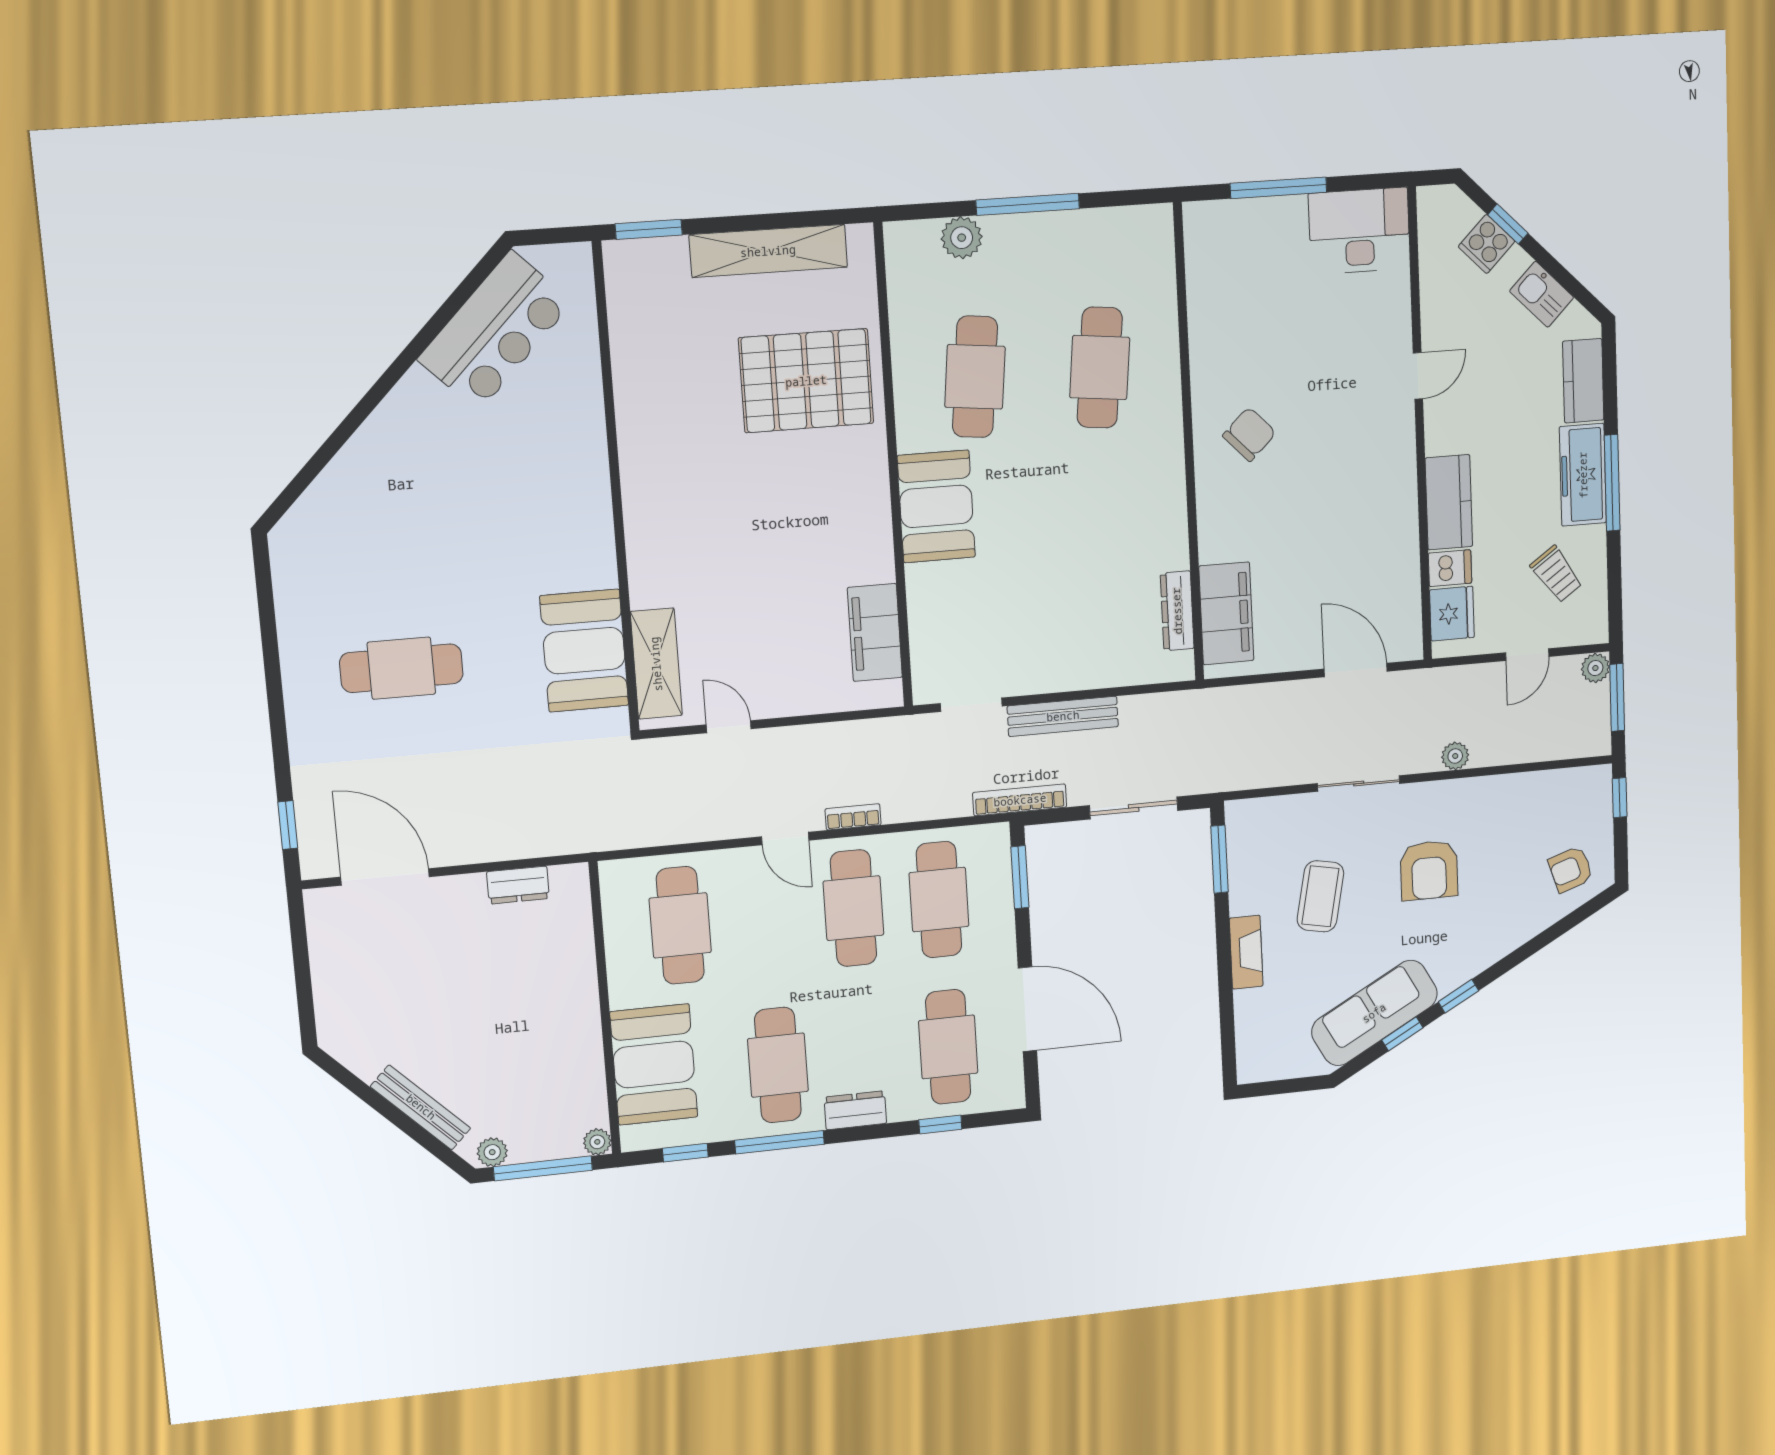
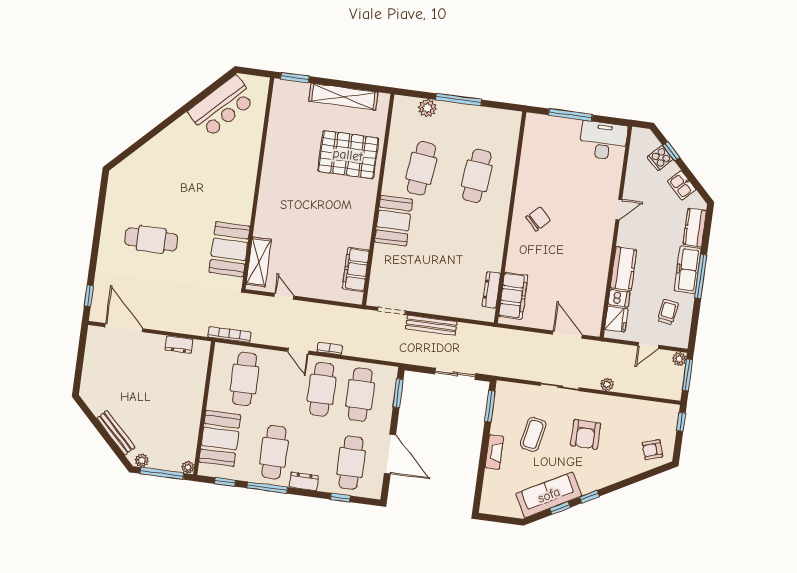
trolley: (1556, 574) -> (668, 312), turned -136
bookcase: (1020, 800) -> (229, 334), moved

